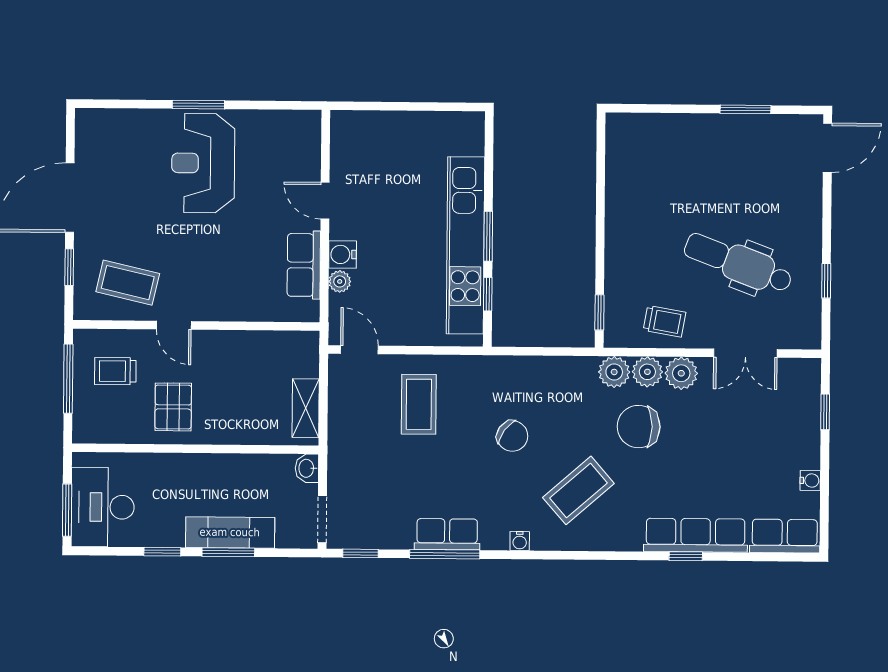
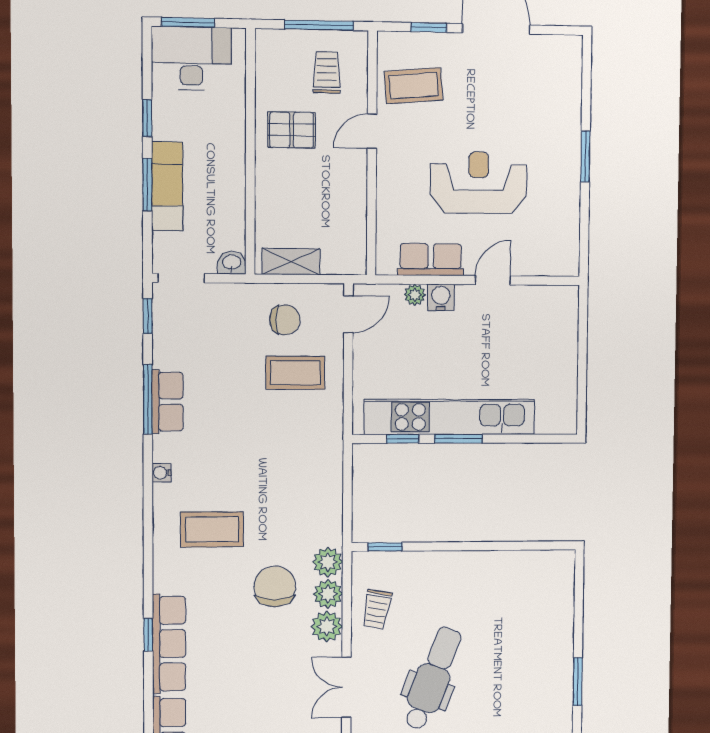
reception desk: (203, 163) -> (479, 183), moved
coffee table: (128, 283) -> (414, 86), turned 72
chair: (512, 436) -> (285, 320), moved, turned -126
coffee table: (578, 490) -> (212, 529), turned -49

